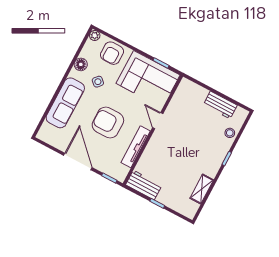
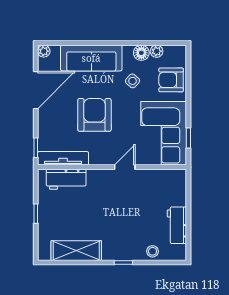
plant: (95, 35) -> (157, 51), moved
plant: (42, 135) -> (44, 51), added
tv unit: (136, 147) -> (63, 158), moved
door: (78, 161) -> (36, 90), moved
workbench: (144, 185) -> (66, 179), moved, turned 90
shelving: (202, 189) -> (76, 251), width x1.50, depth x1.33

